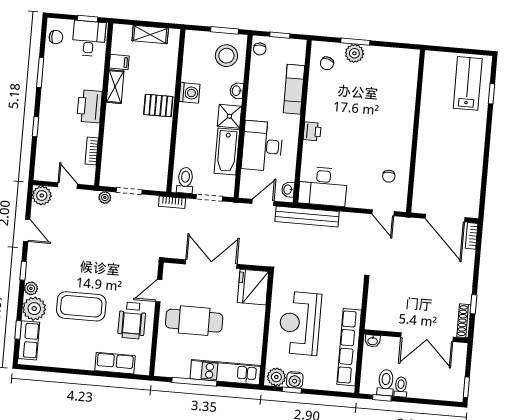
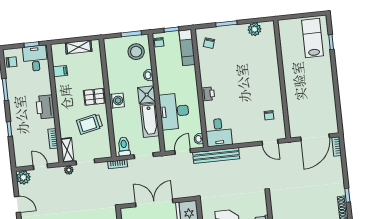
plant: (354, 53) -> (254, 29), moved
shelving: (115, 87) -> (67, 150), moved
exam couch: (294, 89) -> (187, 48), moved
washing machine: (190, 93) -> (117, 101), moved
trolley: (145, 141) -> (90, 124), added
desk: (323, 186) -> (219, 132), width x0.73
door: (445, 218) -> (315, 137), hinge flipped

